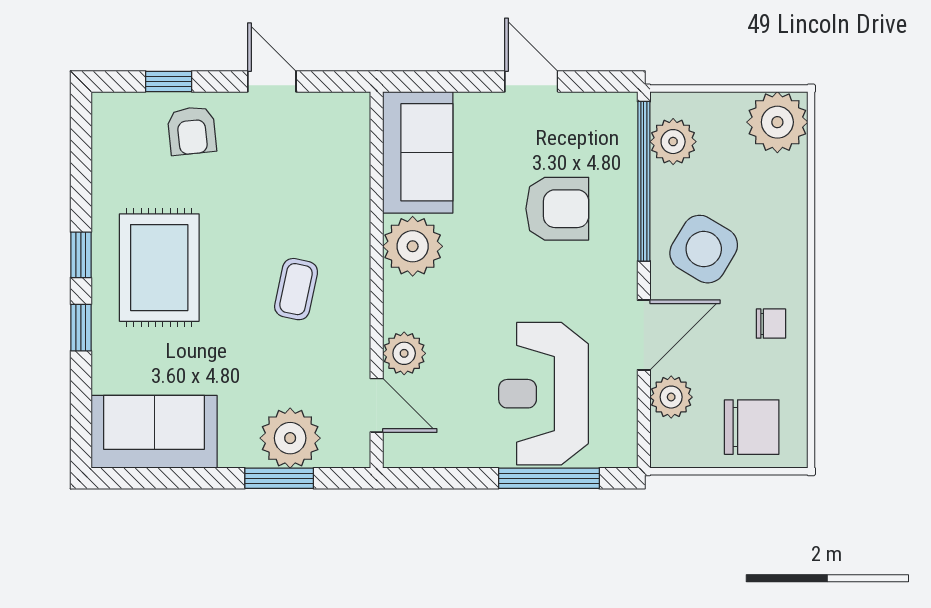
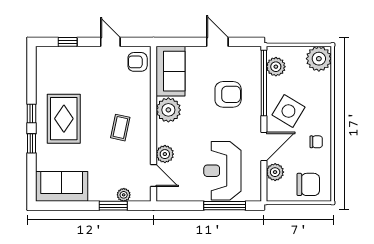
armchair: (192, 131) -> (138, 62), moved, turned 96
plant: (290, 438) -> (124, 195), width x0.53, depth x0.53

